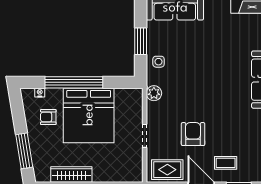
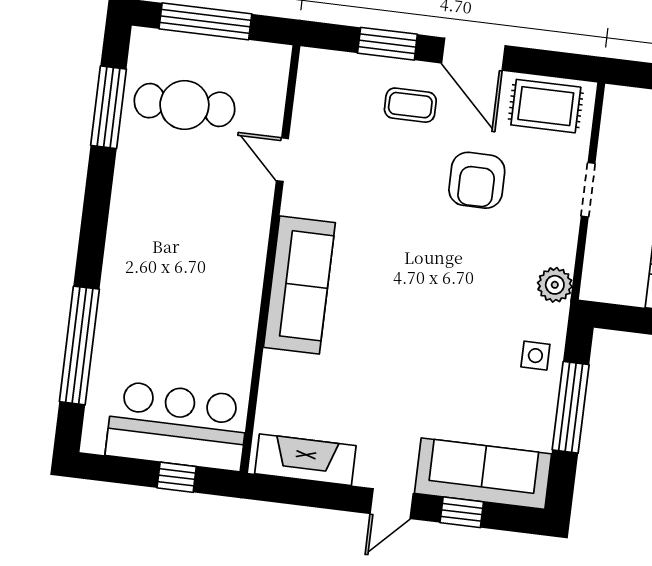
window: (141, 41) -> (571, 407), width x1.44

